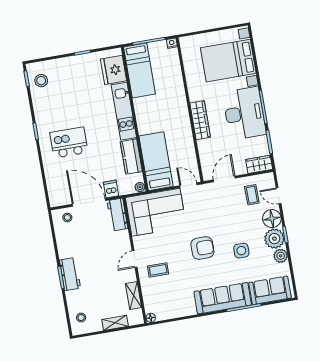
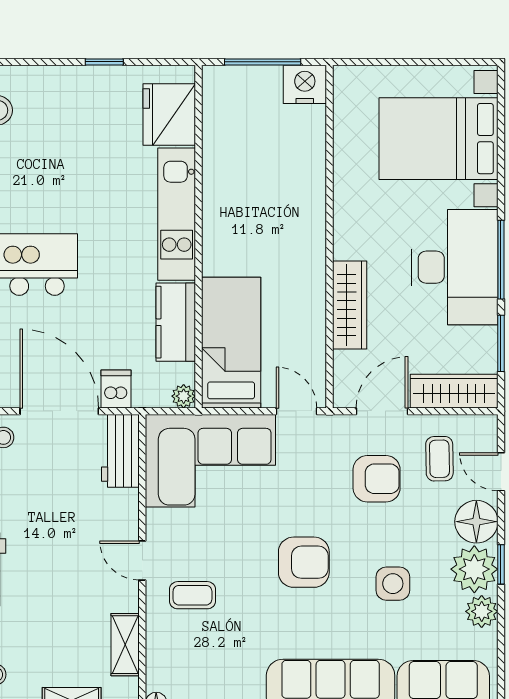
nightstand: (172, 43) -> (305, 84), width x1.89, depth x1.79
bed: (139, 70) -> (229, 126), removed
wardrobe: (200, 120) -> (350, 305), moved
wardrobe: (259, 164) -> (454, 391), width x1.50
armchair: (227, 208) -> (377, 479), added
door: (135, 259) -> (142, 560), hinge flipped

